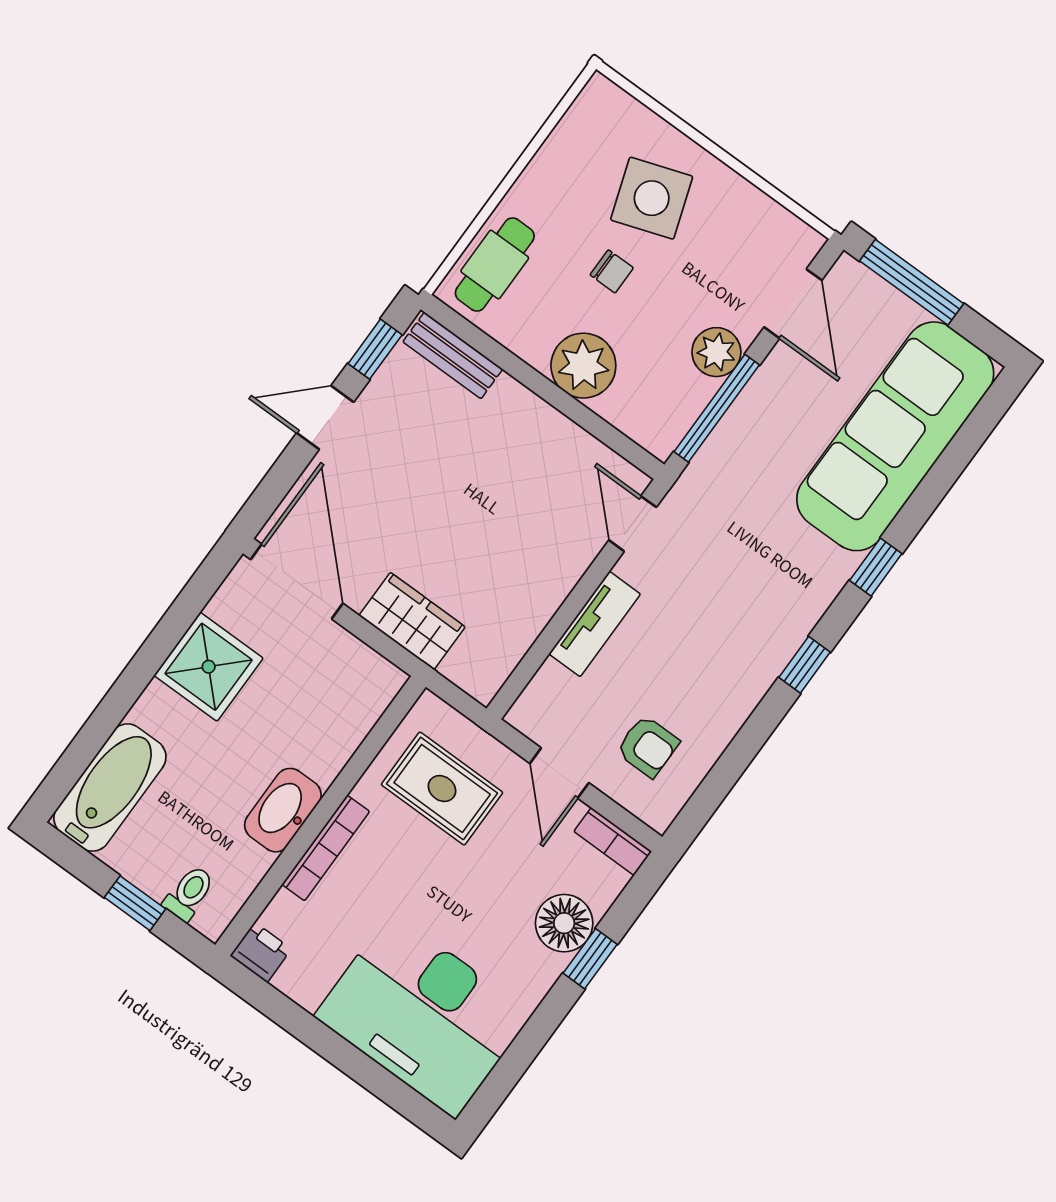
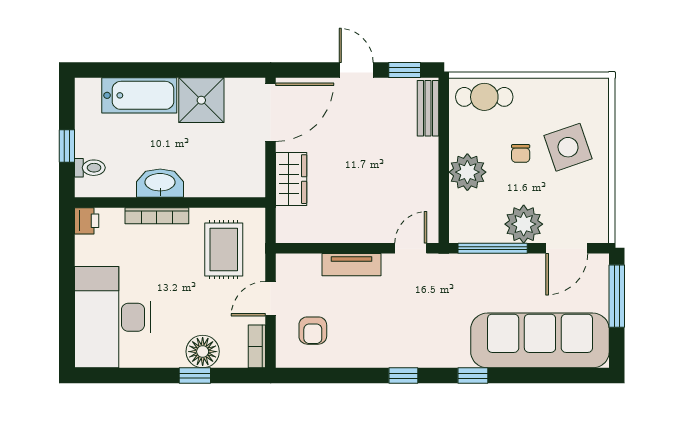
plant: (716, 352) -> (524, 224), width x1.36, depth x1.36
bathtub: (110, 788) -> (139, 95), moved

